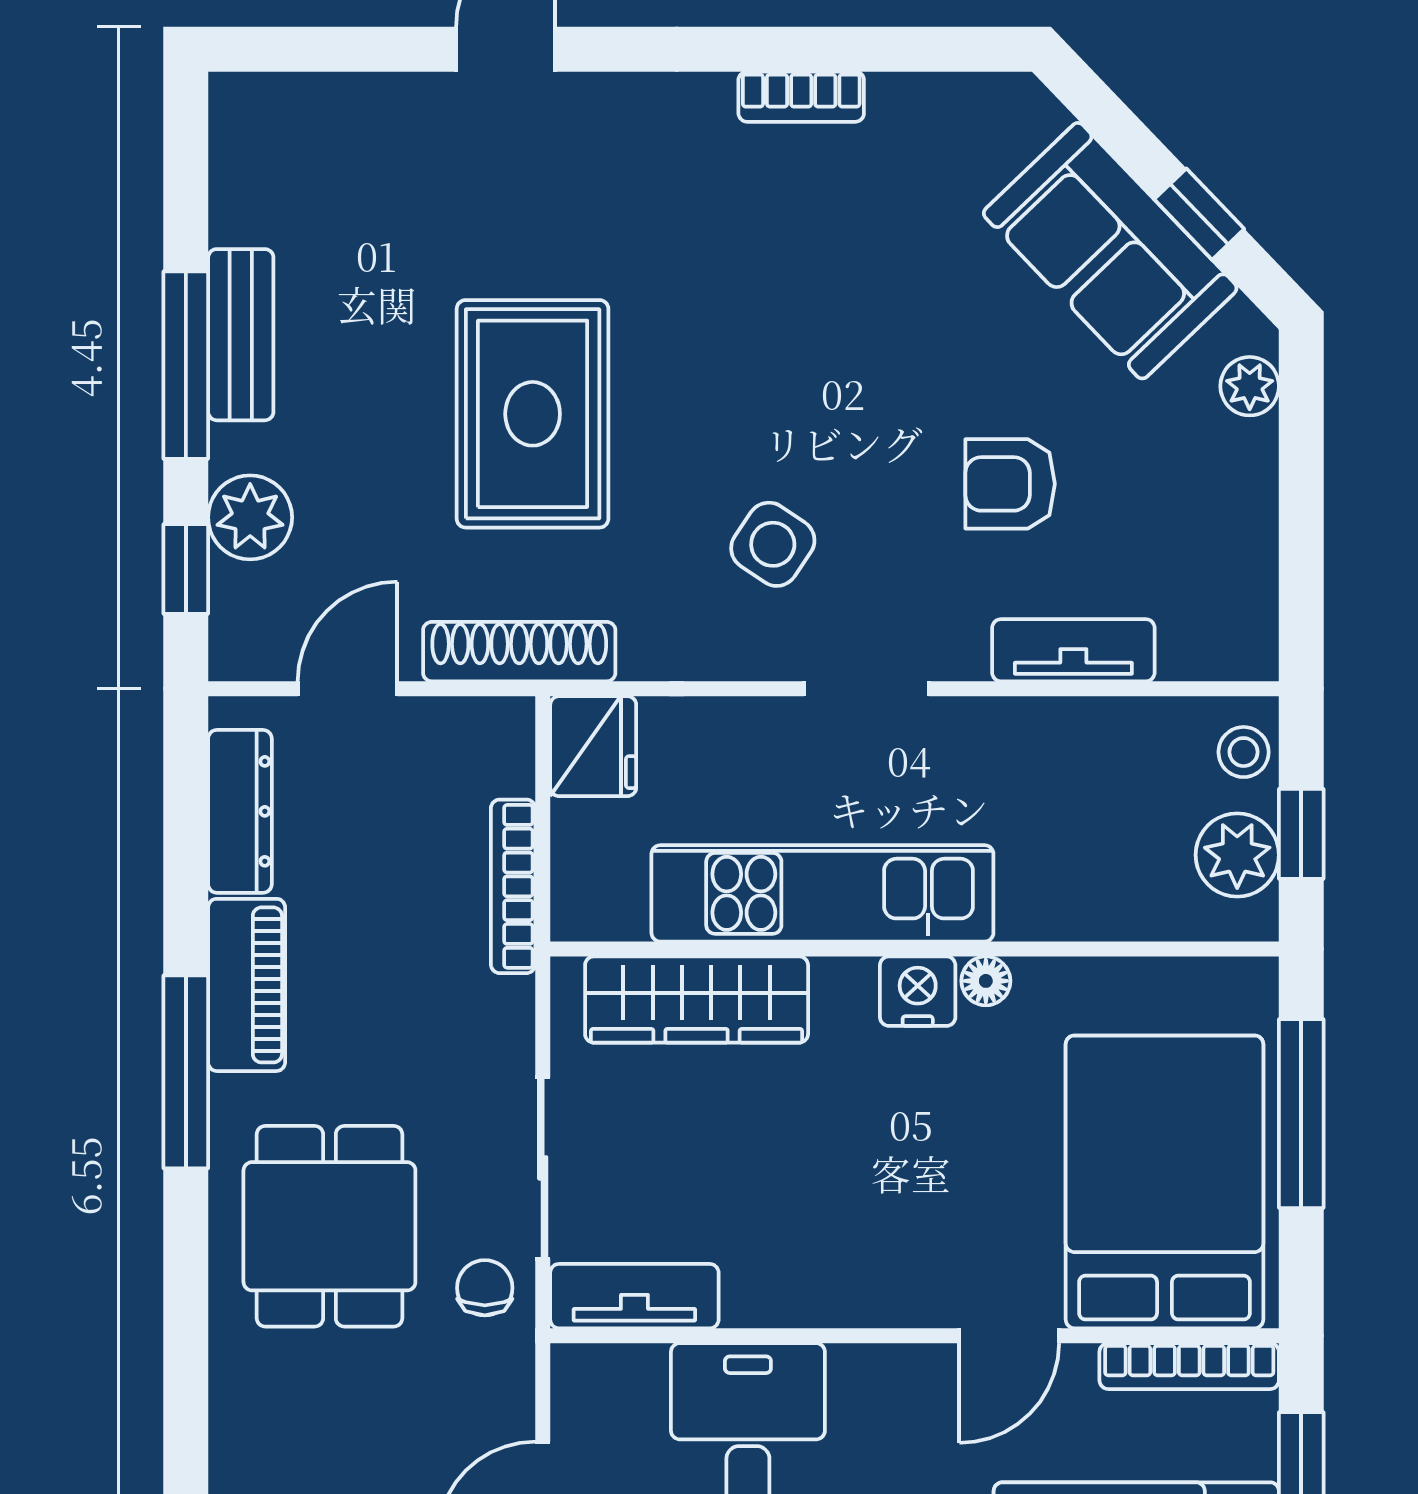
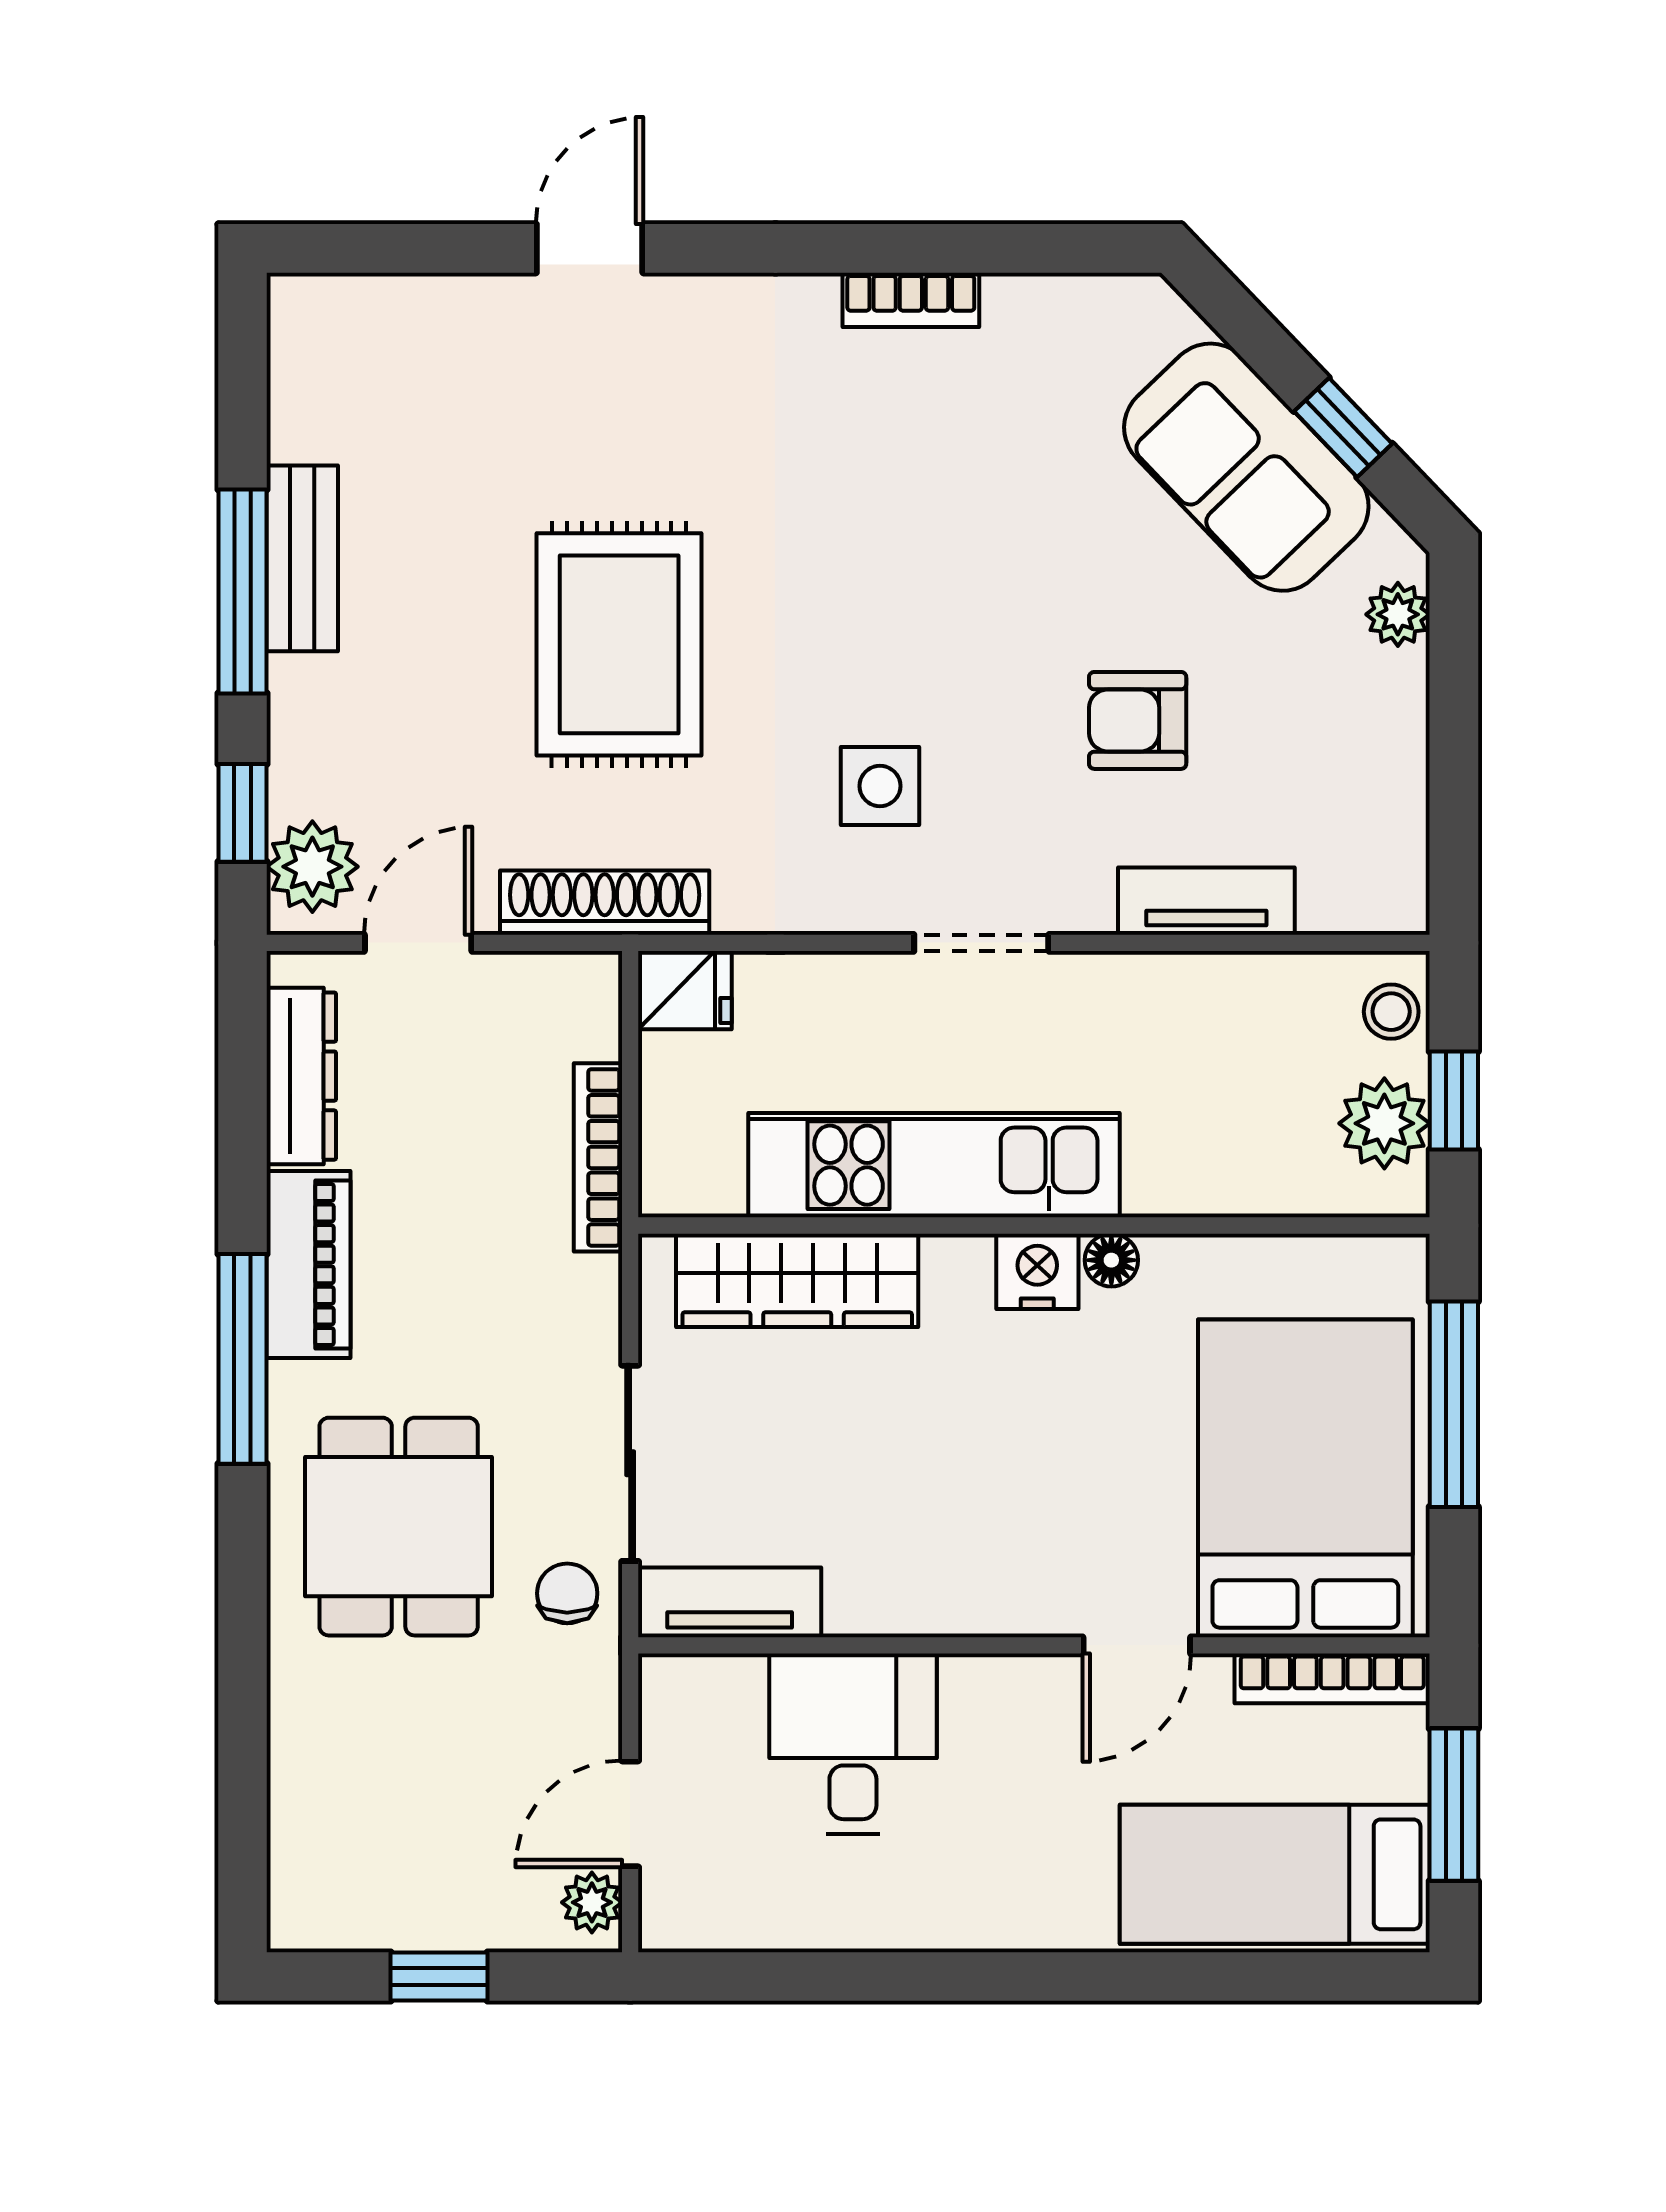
plant: (250, 517) -> (312, 867), moved
side table: (773, 544) -> (880, 786), turned -34
fridge: (593, 746) -> (685, 990), width x0.72

